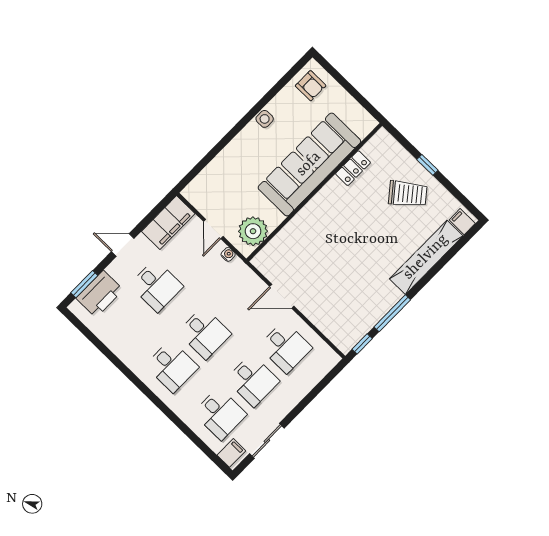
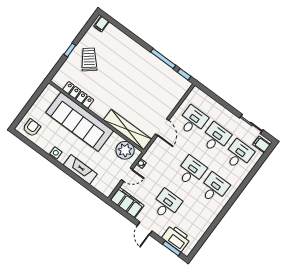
fireplace: (232, 155) -> (80, 170), added
locker: (353, 168) -> (78, 95), width x1.53
shelving: (426, 257) -> (128, 130), moved

